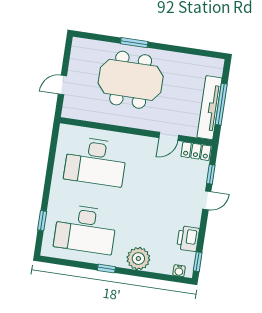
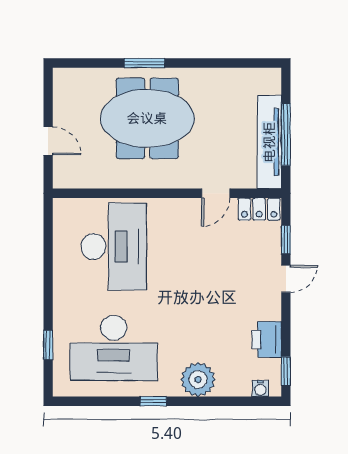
door: (62, 85) -> (48, 141), swing flipped
desk: (96, 162) -> (114, 246), turned -90

